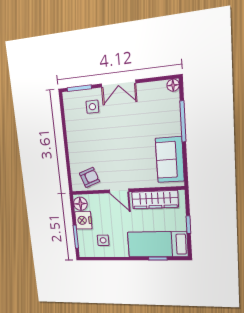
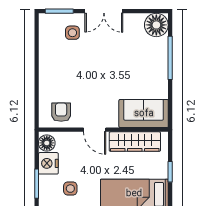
floor lamp: (173, 85) -> (156, 25), width x1.89, depth x1.89
sofa: (170, 160) -> (144, 114), moved, turned 90
armchair: (89, 177) -> (61, 112), turned -70

